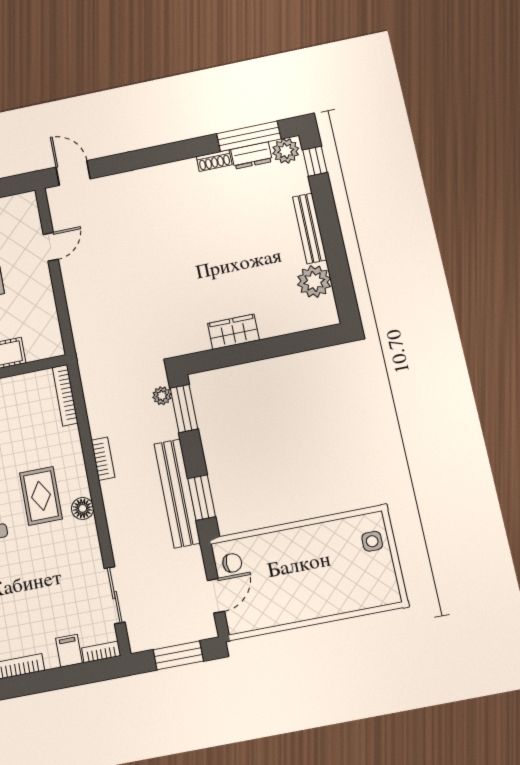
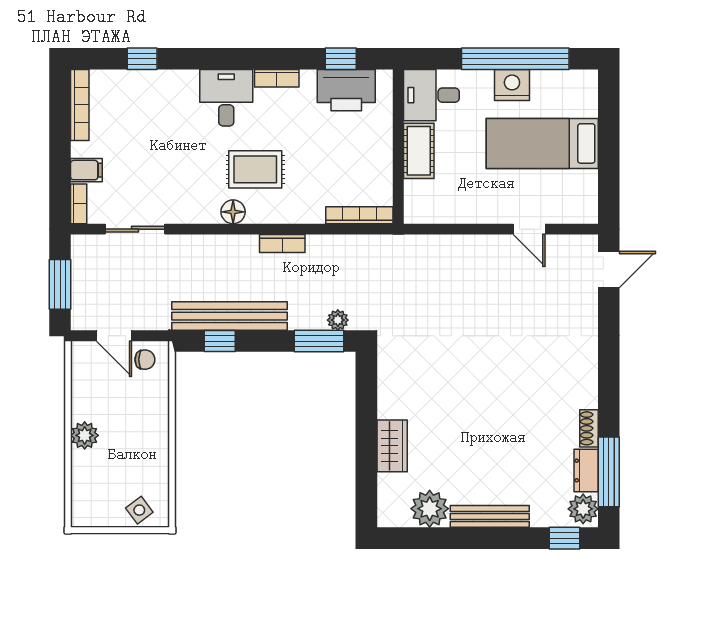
wardrobe: (233, 332) -> (392, 446), moved
window: (202, 498) -> (220, 341), width x0.67
side table: (372, 541) -> (139, 510), turned -37
chair: (232, 563) -> (145, 360), turned -90
plant: (314, 606) -> (85, 435), added

